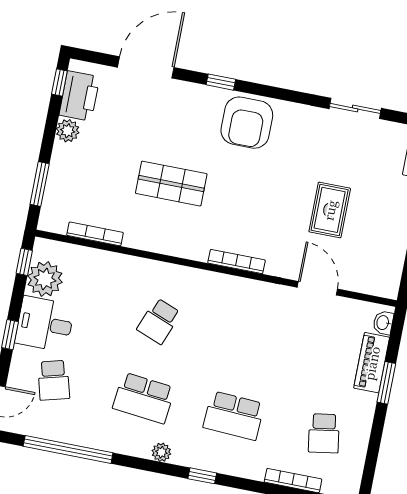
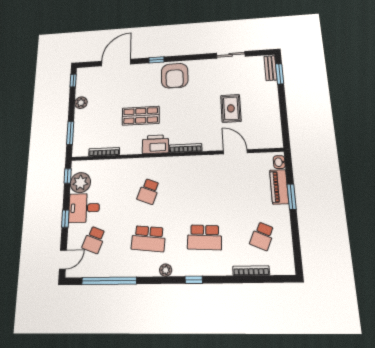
printer: (79, 96) -> (155, 144), moved, turned -90
school desk: (54, 380) -> (94, 240), turned 36
school desk: (324, 433) -> (262, 236), turned 33

